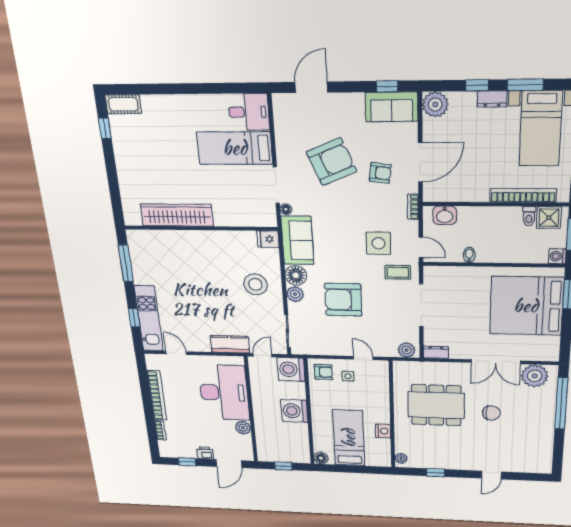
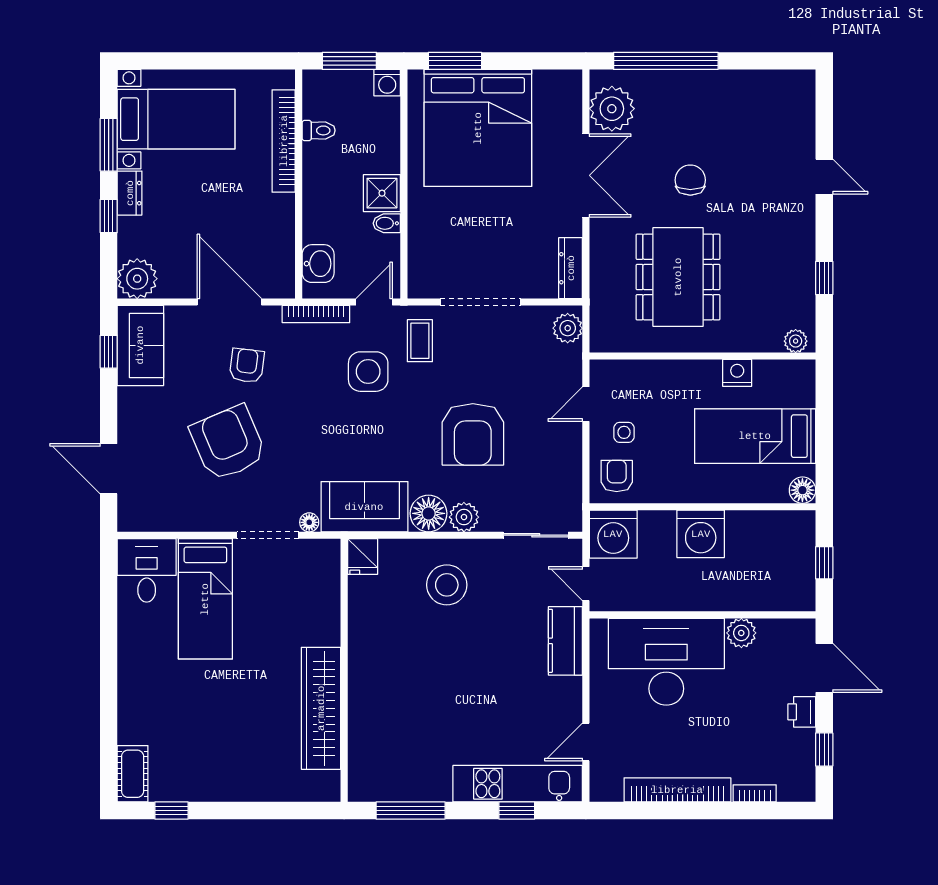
bookcase: (413, 207) -> (316, 314), width x1.56
shower: (549, 218) -> (382, 193), moved
dresser: (436, 352) -> (571, 268), width x1.44

